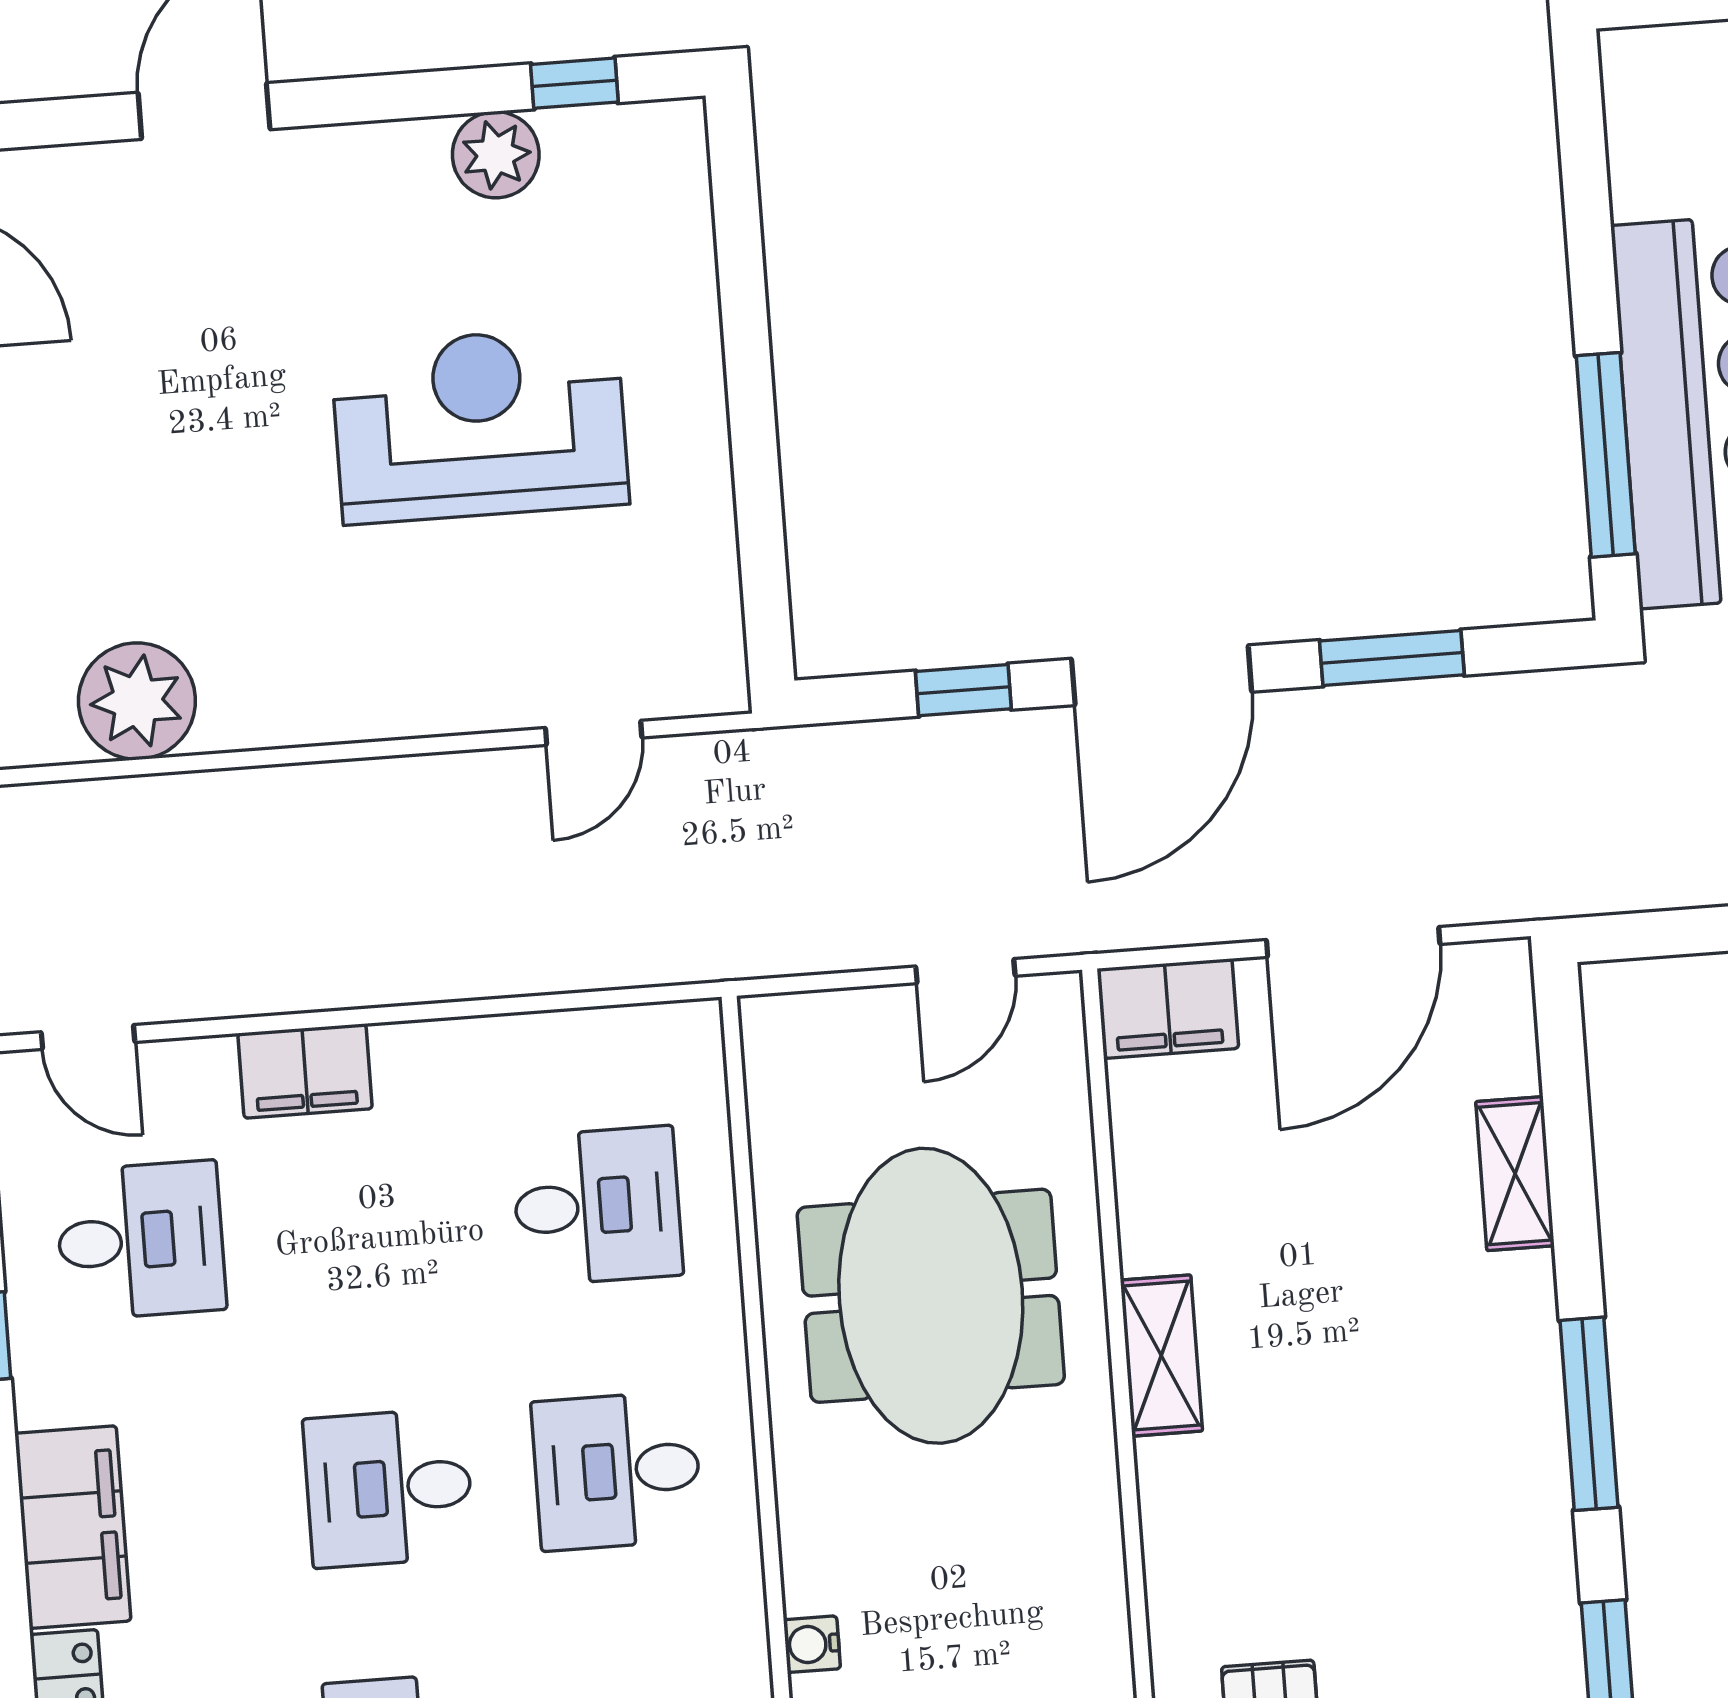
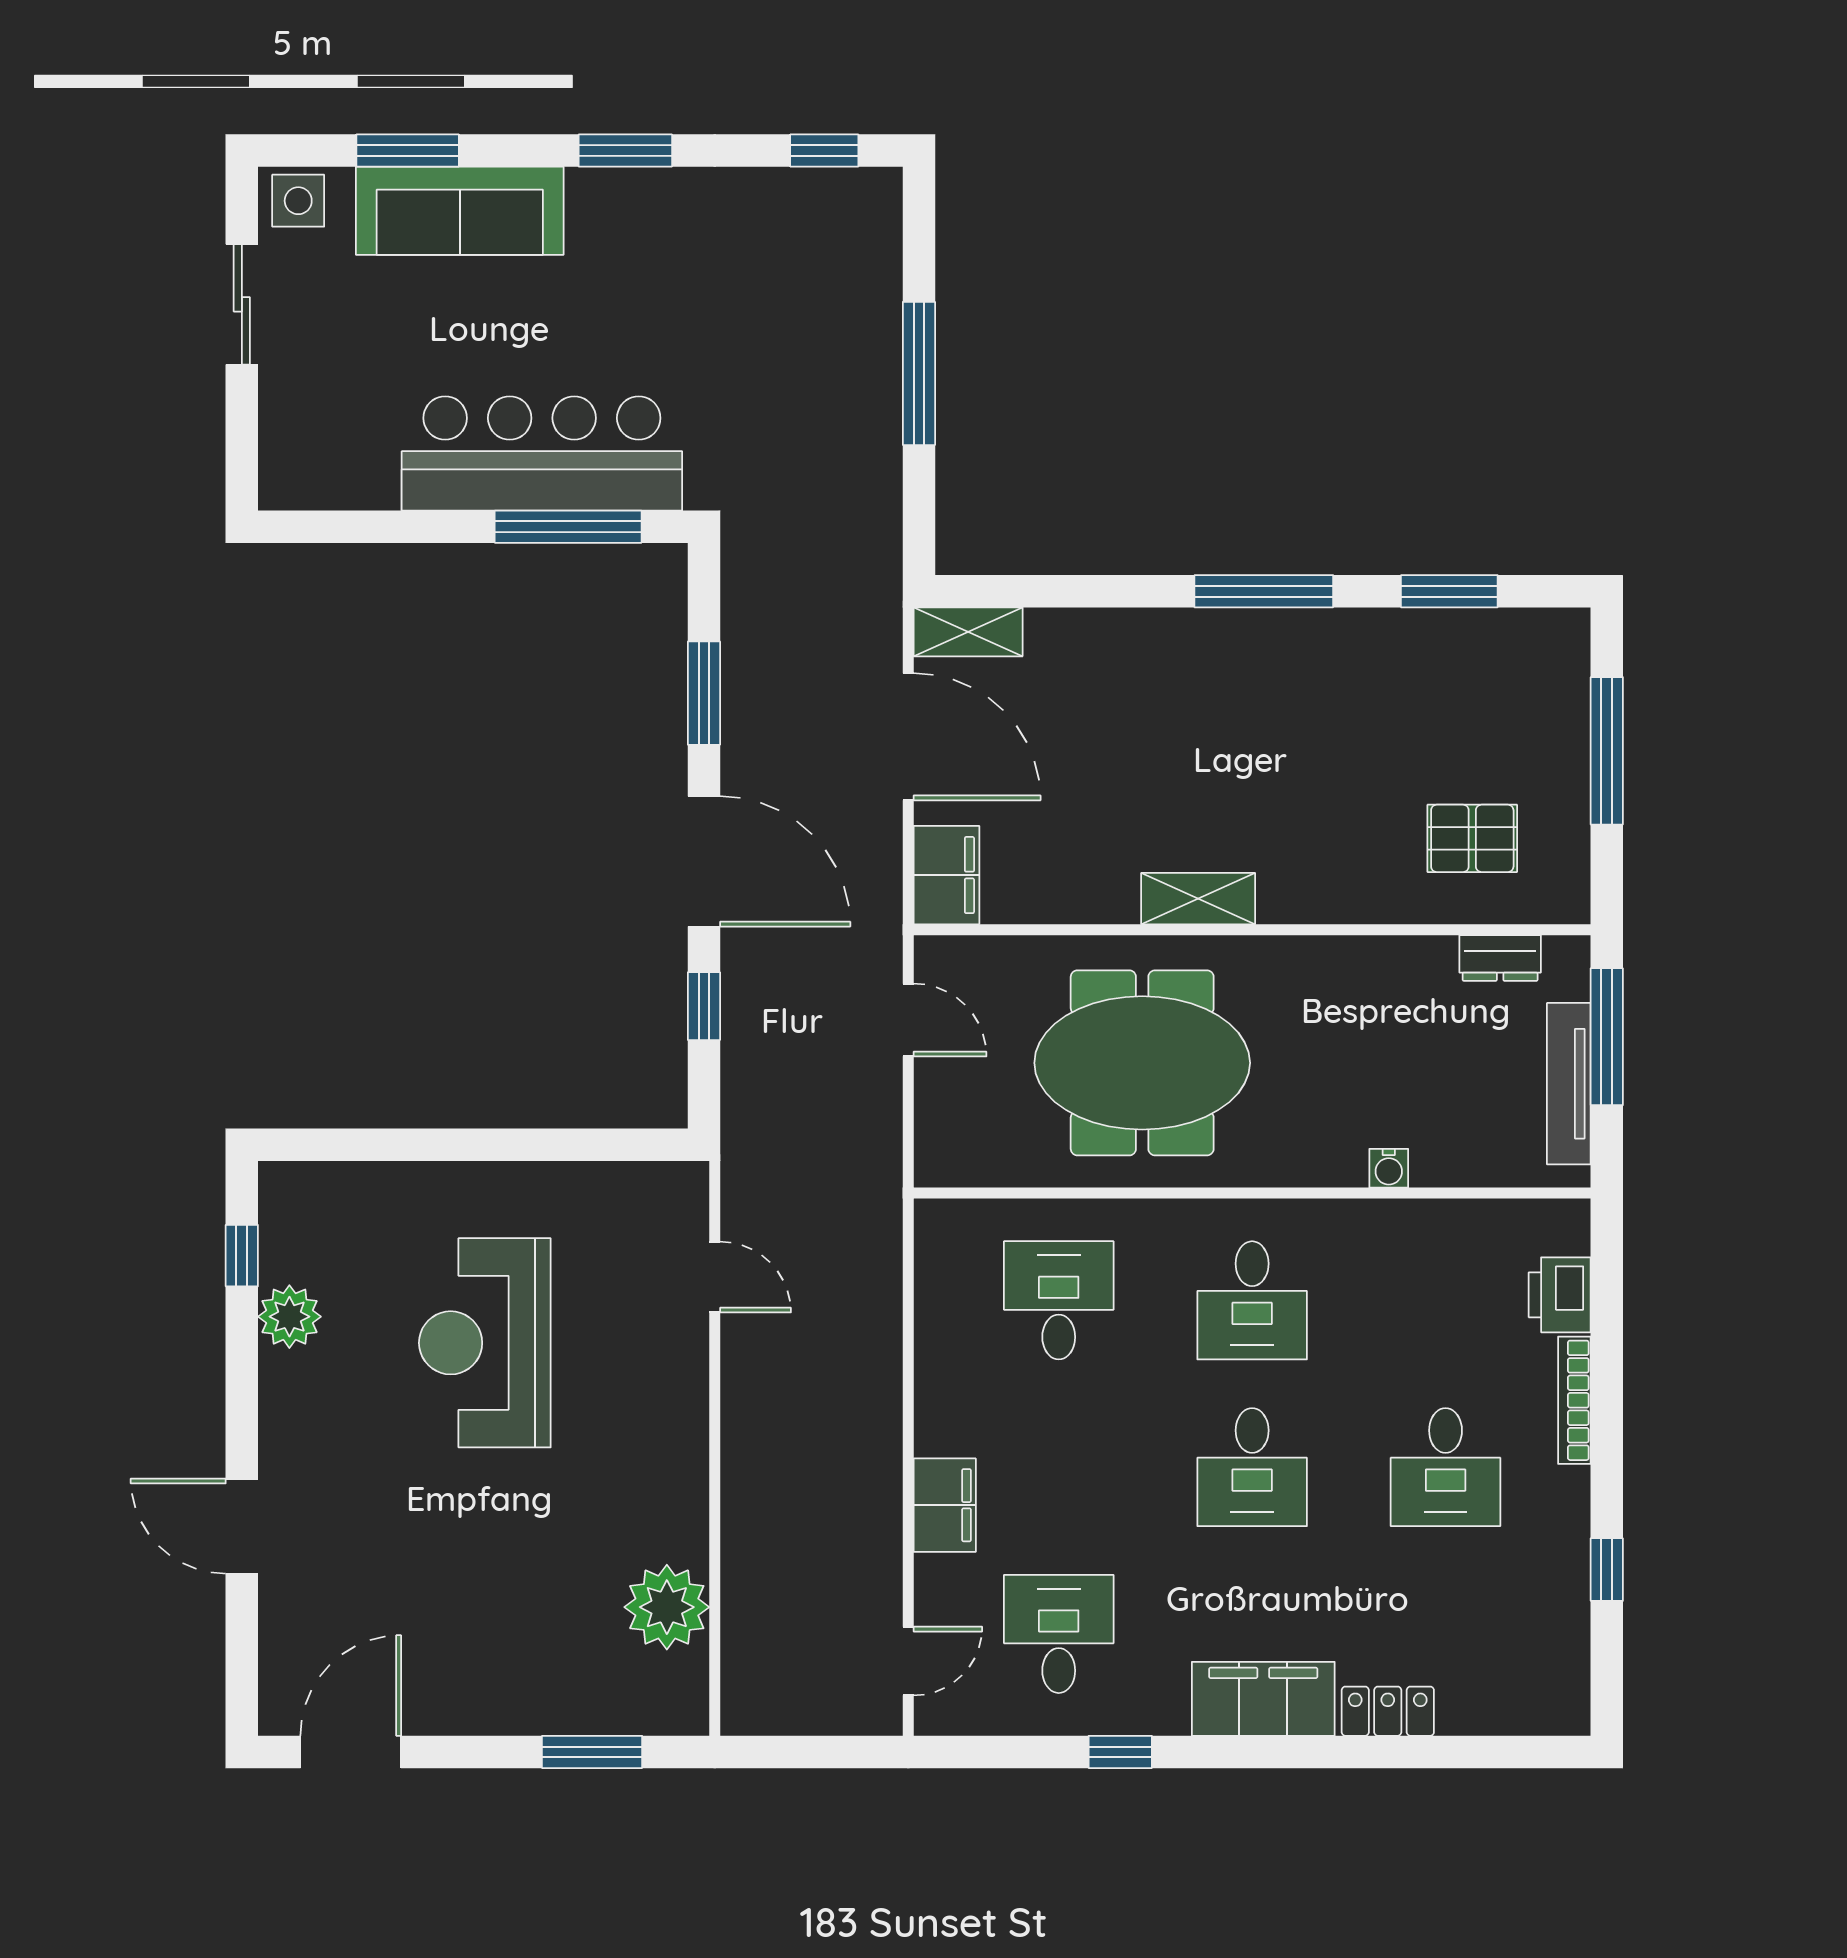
shelving: (1515, 1174) -> (968, 632), moved

